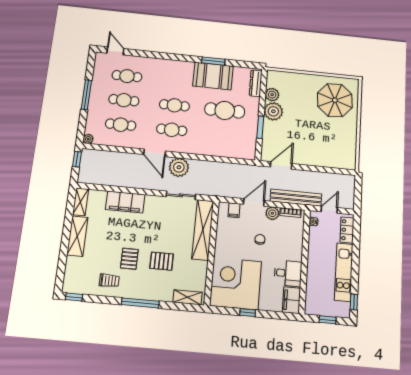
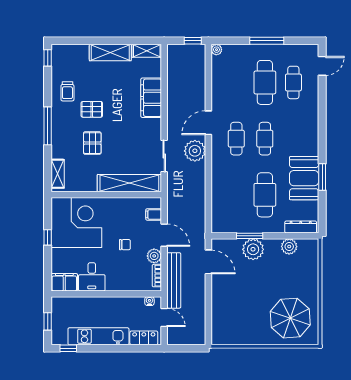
cafe table: (124, 100) -> (265, 82), width x1.37, depth x1.35
plant: (273, 111) -> (253, 249), moved
cafe table: (121, 125) -> (236, 82), removed

